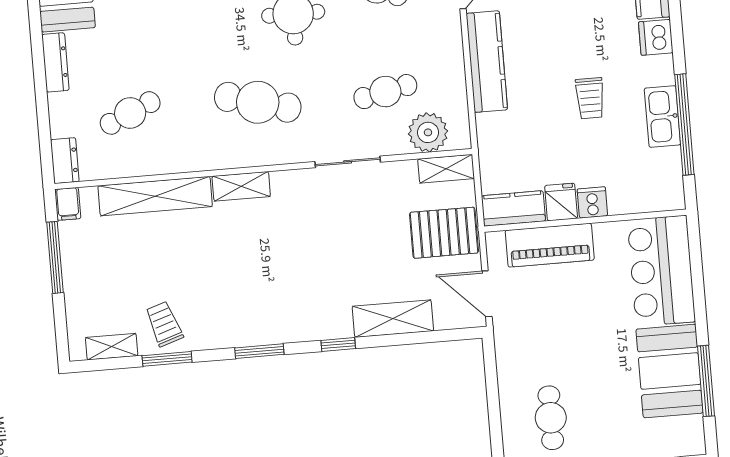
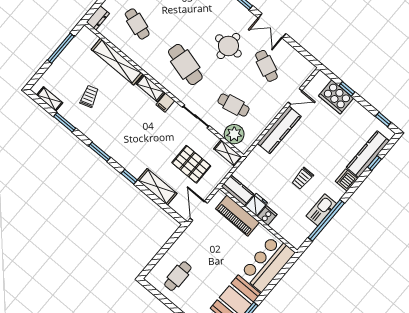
cafe table: (130, 113) -> (137, 24), turned 42
filing cabinet: (68, 204) -> (165, 103), moved
pallet: (444, 233) -> (191, 164), moved
trolley: (164, 324) -> (89, 96), moved

